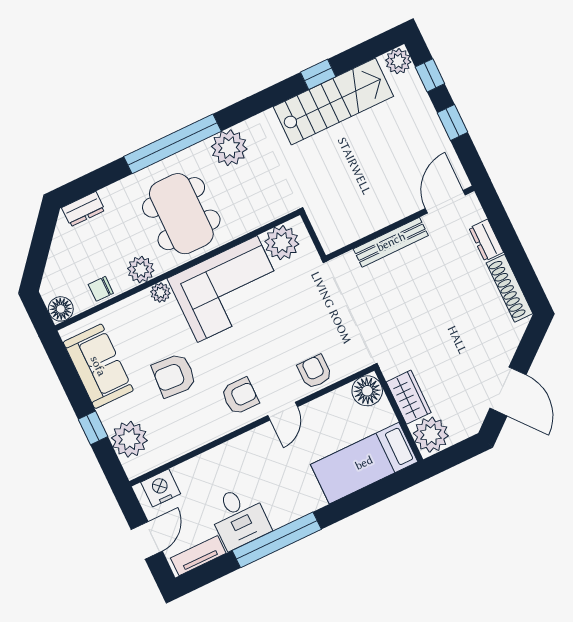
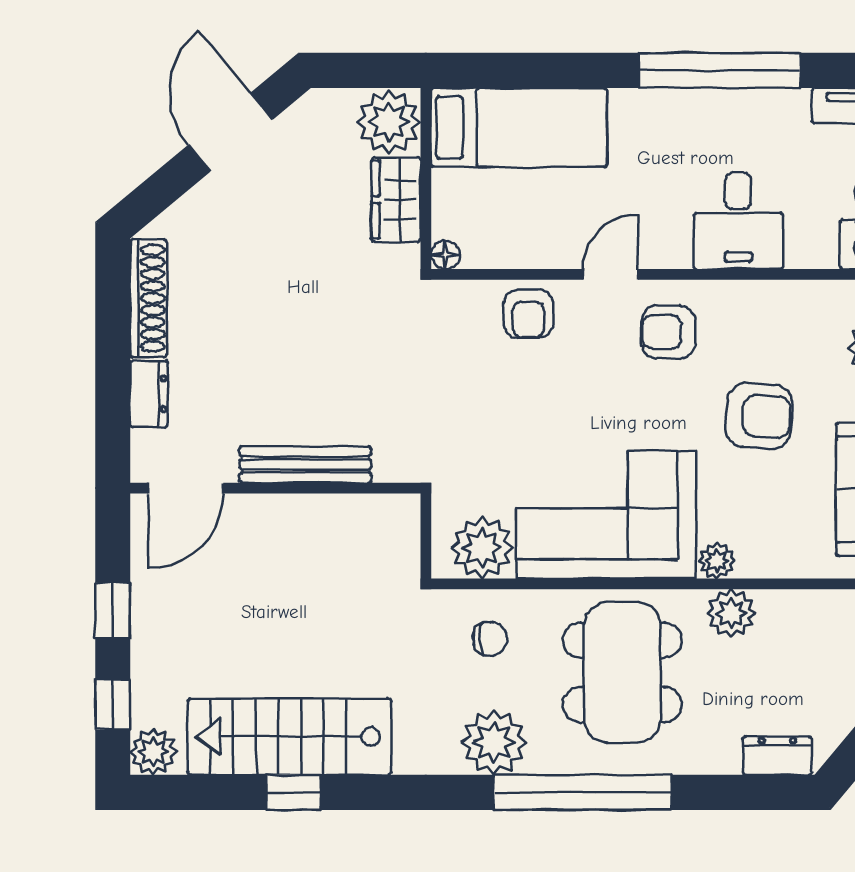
chair: (101, 289) -> (490, 639), moved
floor lamp: (367, 391) -> (445, 255), width x0.53, depth x0.53
desk: (239, 517) -> (738, 221), moved, turned 180

